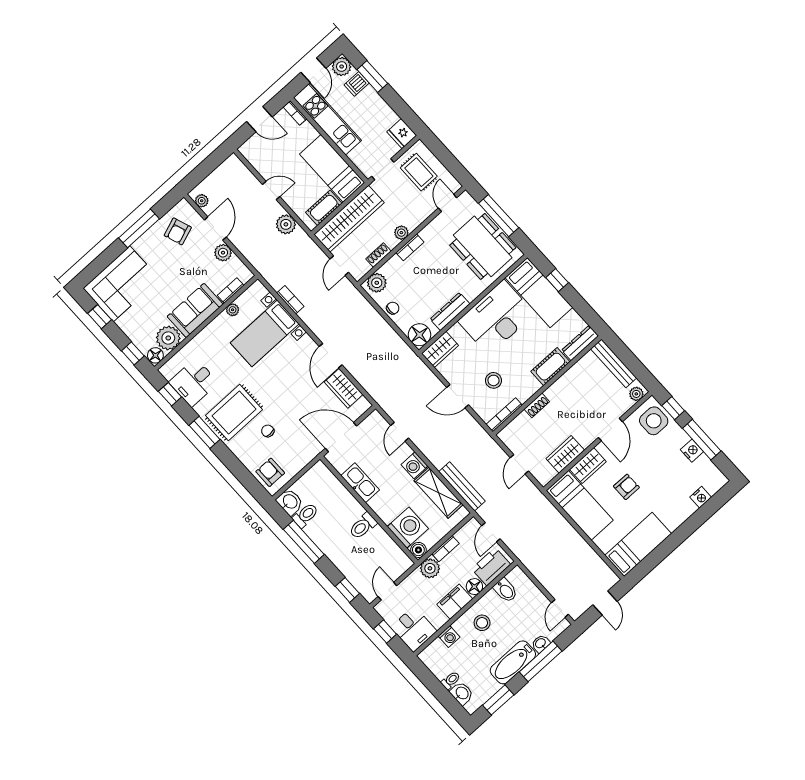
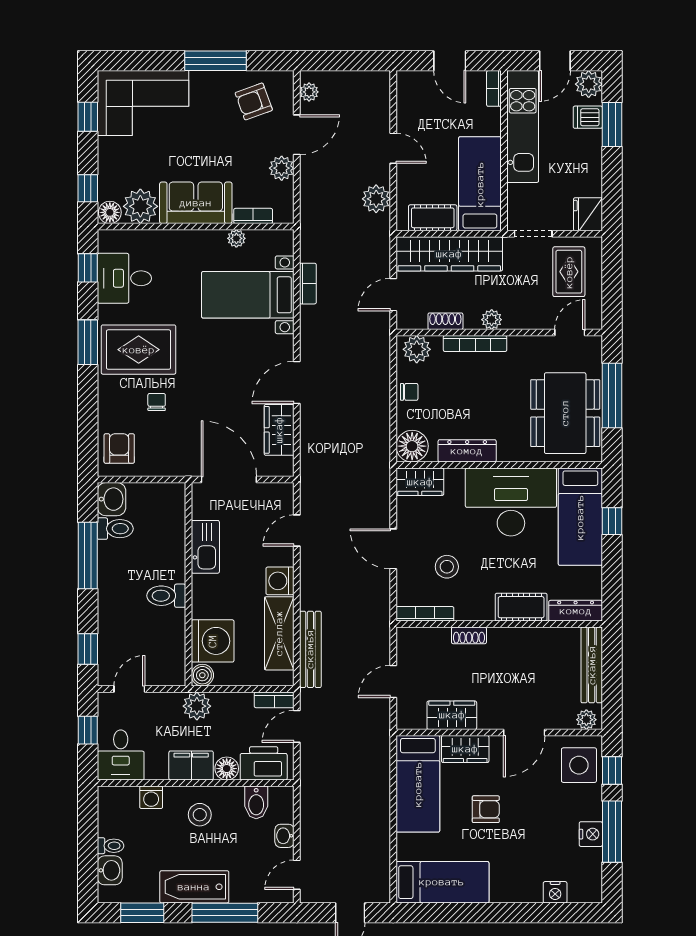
bookcase: (410, 247) -> (475, 344), width x1.56
bookcase: (445, 549) -> (274, 700), moved
washbasin: (541, 643) -> (284, 836), moved, turned -90

